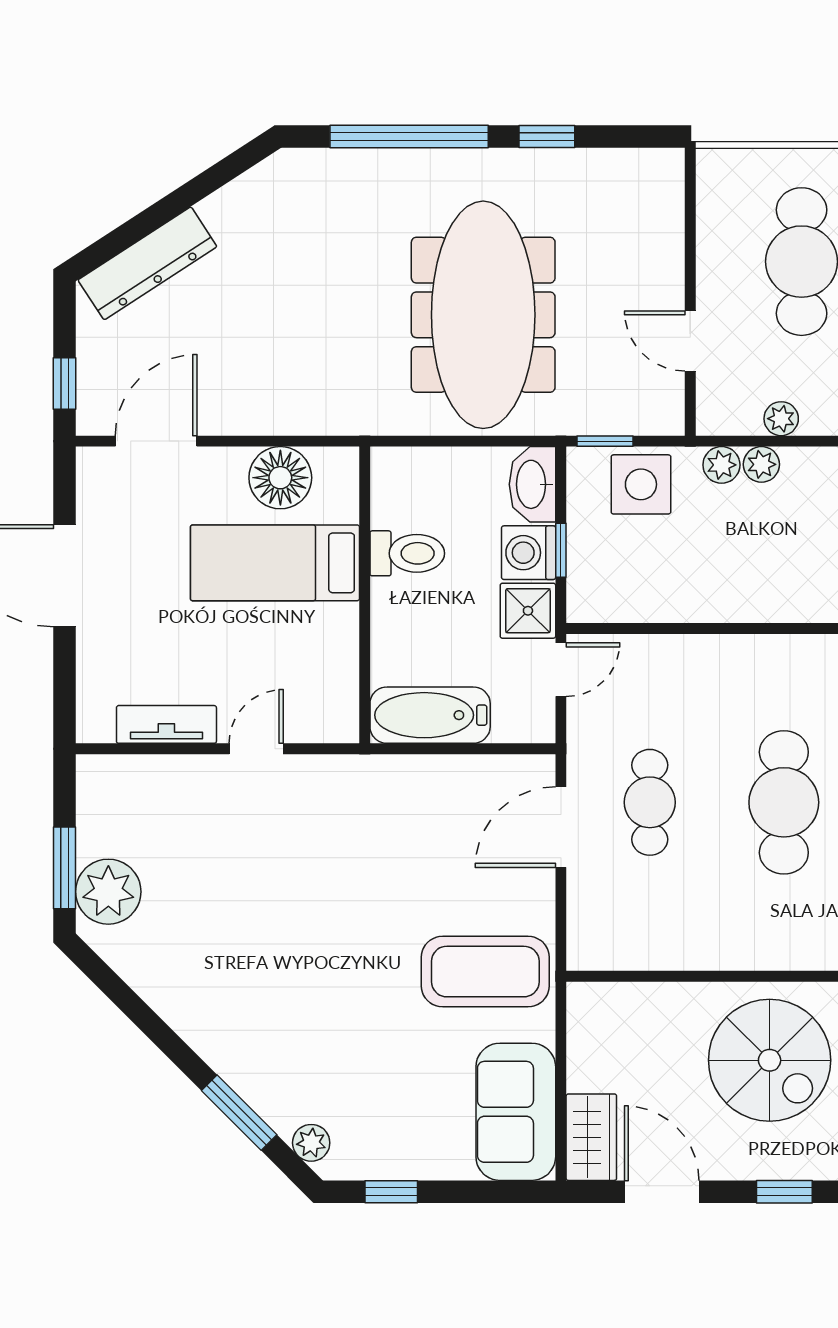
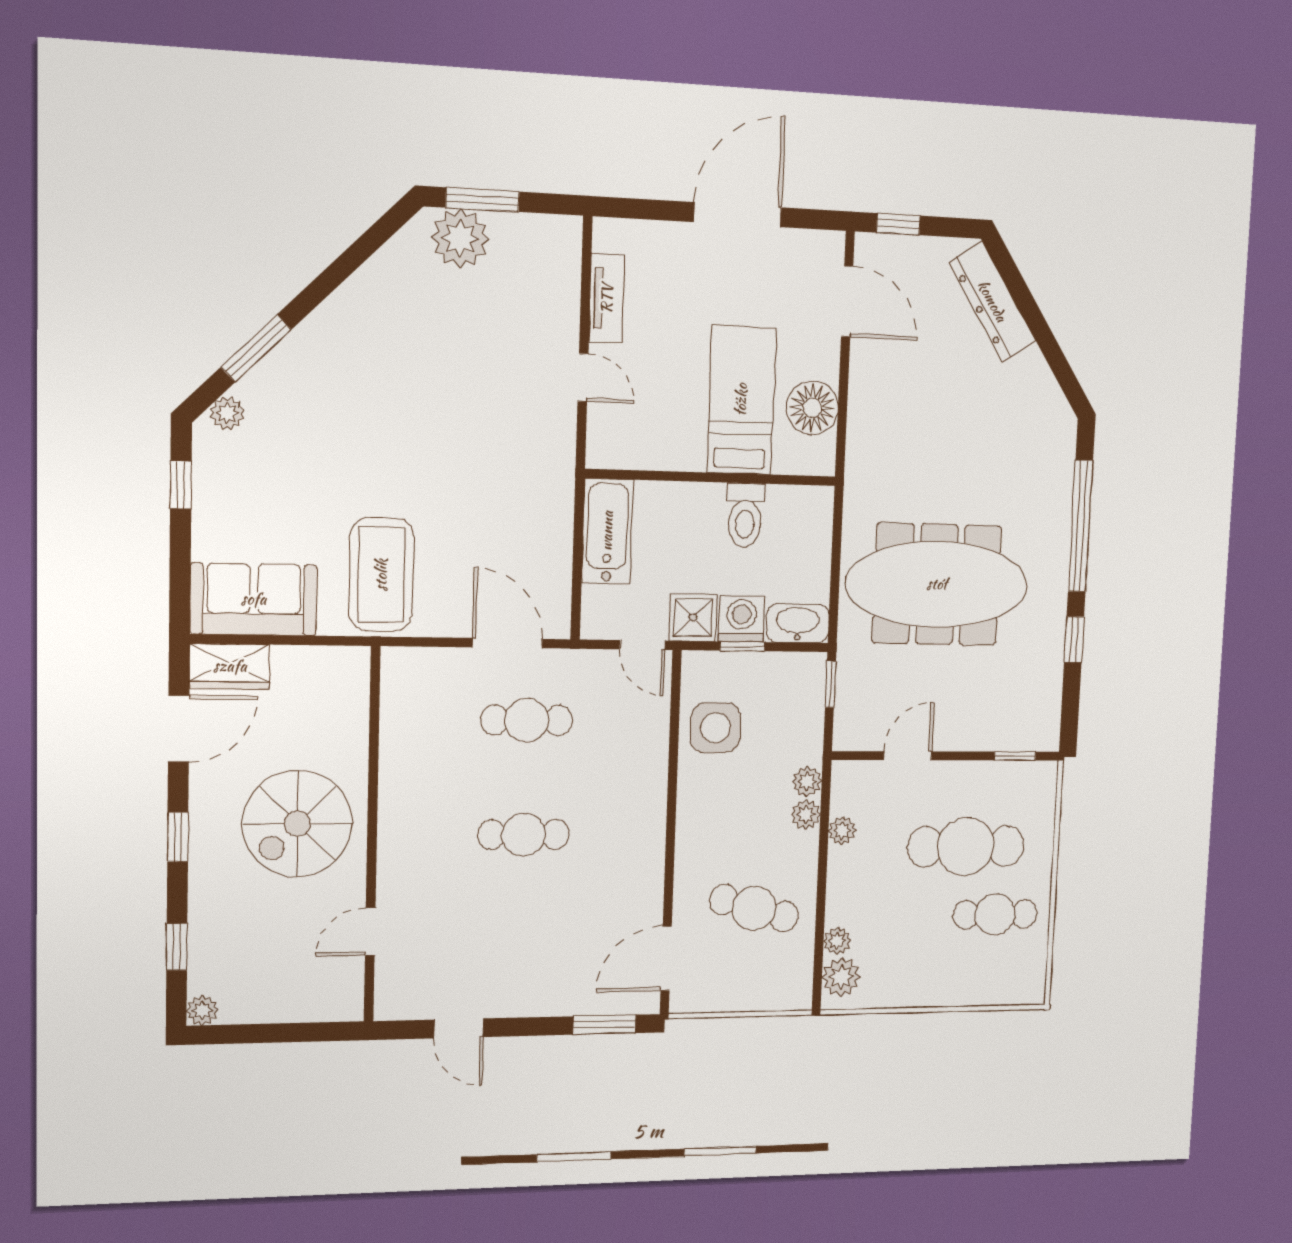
window: (690, 205) -> (1015, 756), added
side table: (641, 484) -> (716, 728), moved
cafe table: (784, 802) -> (524, 835), width x0.73, depth x0.74

